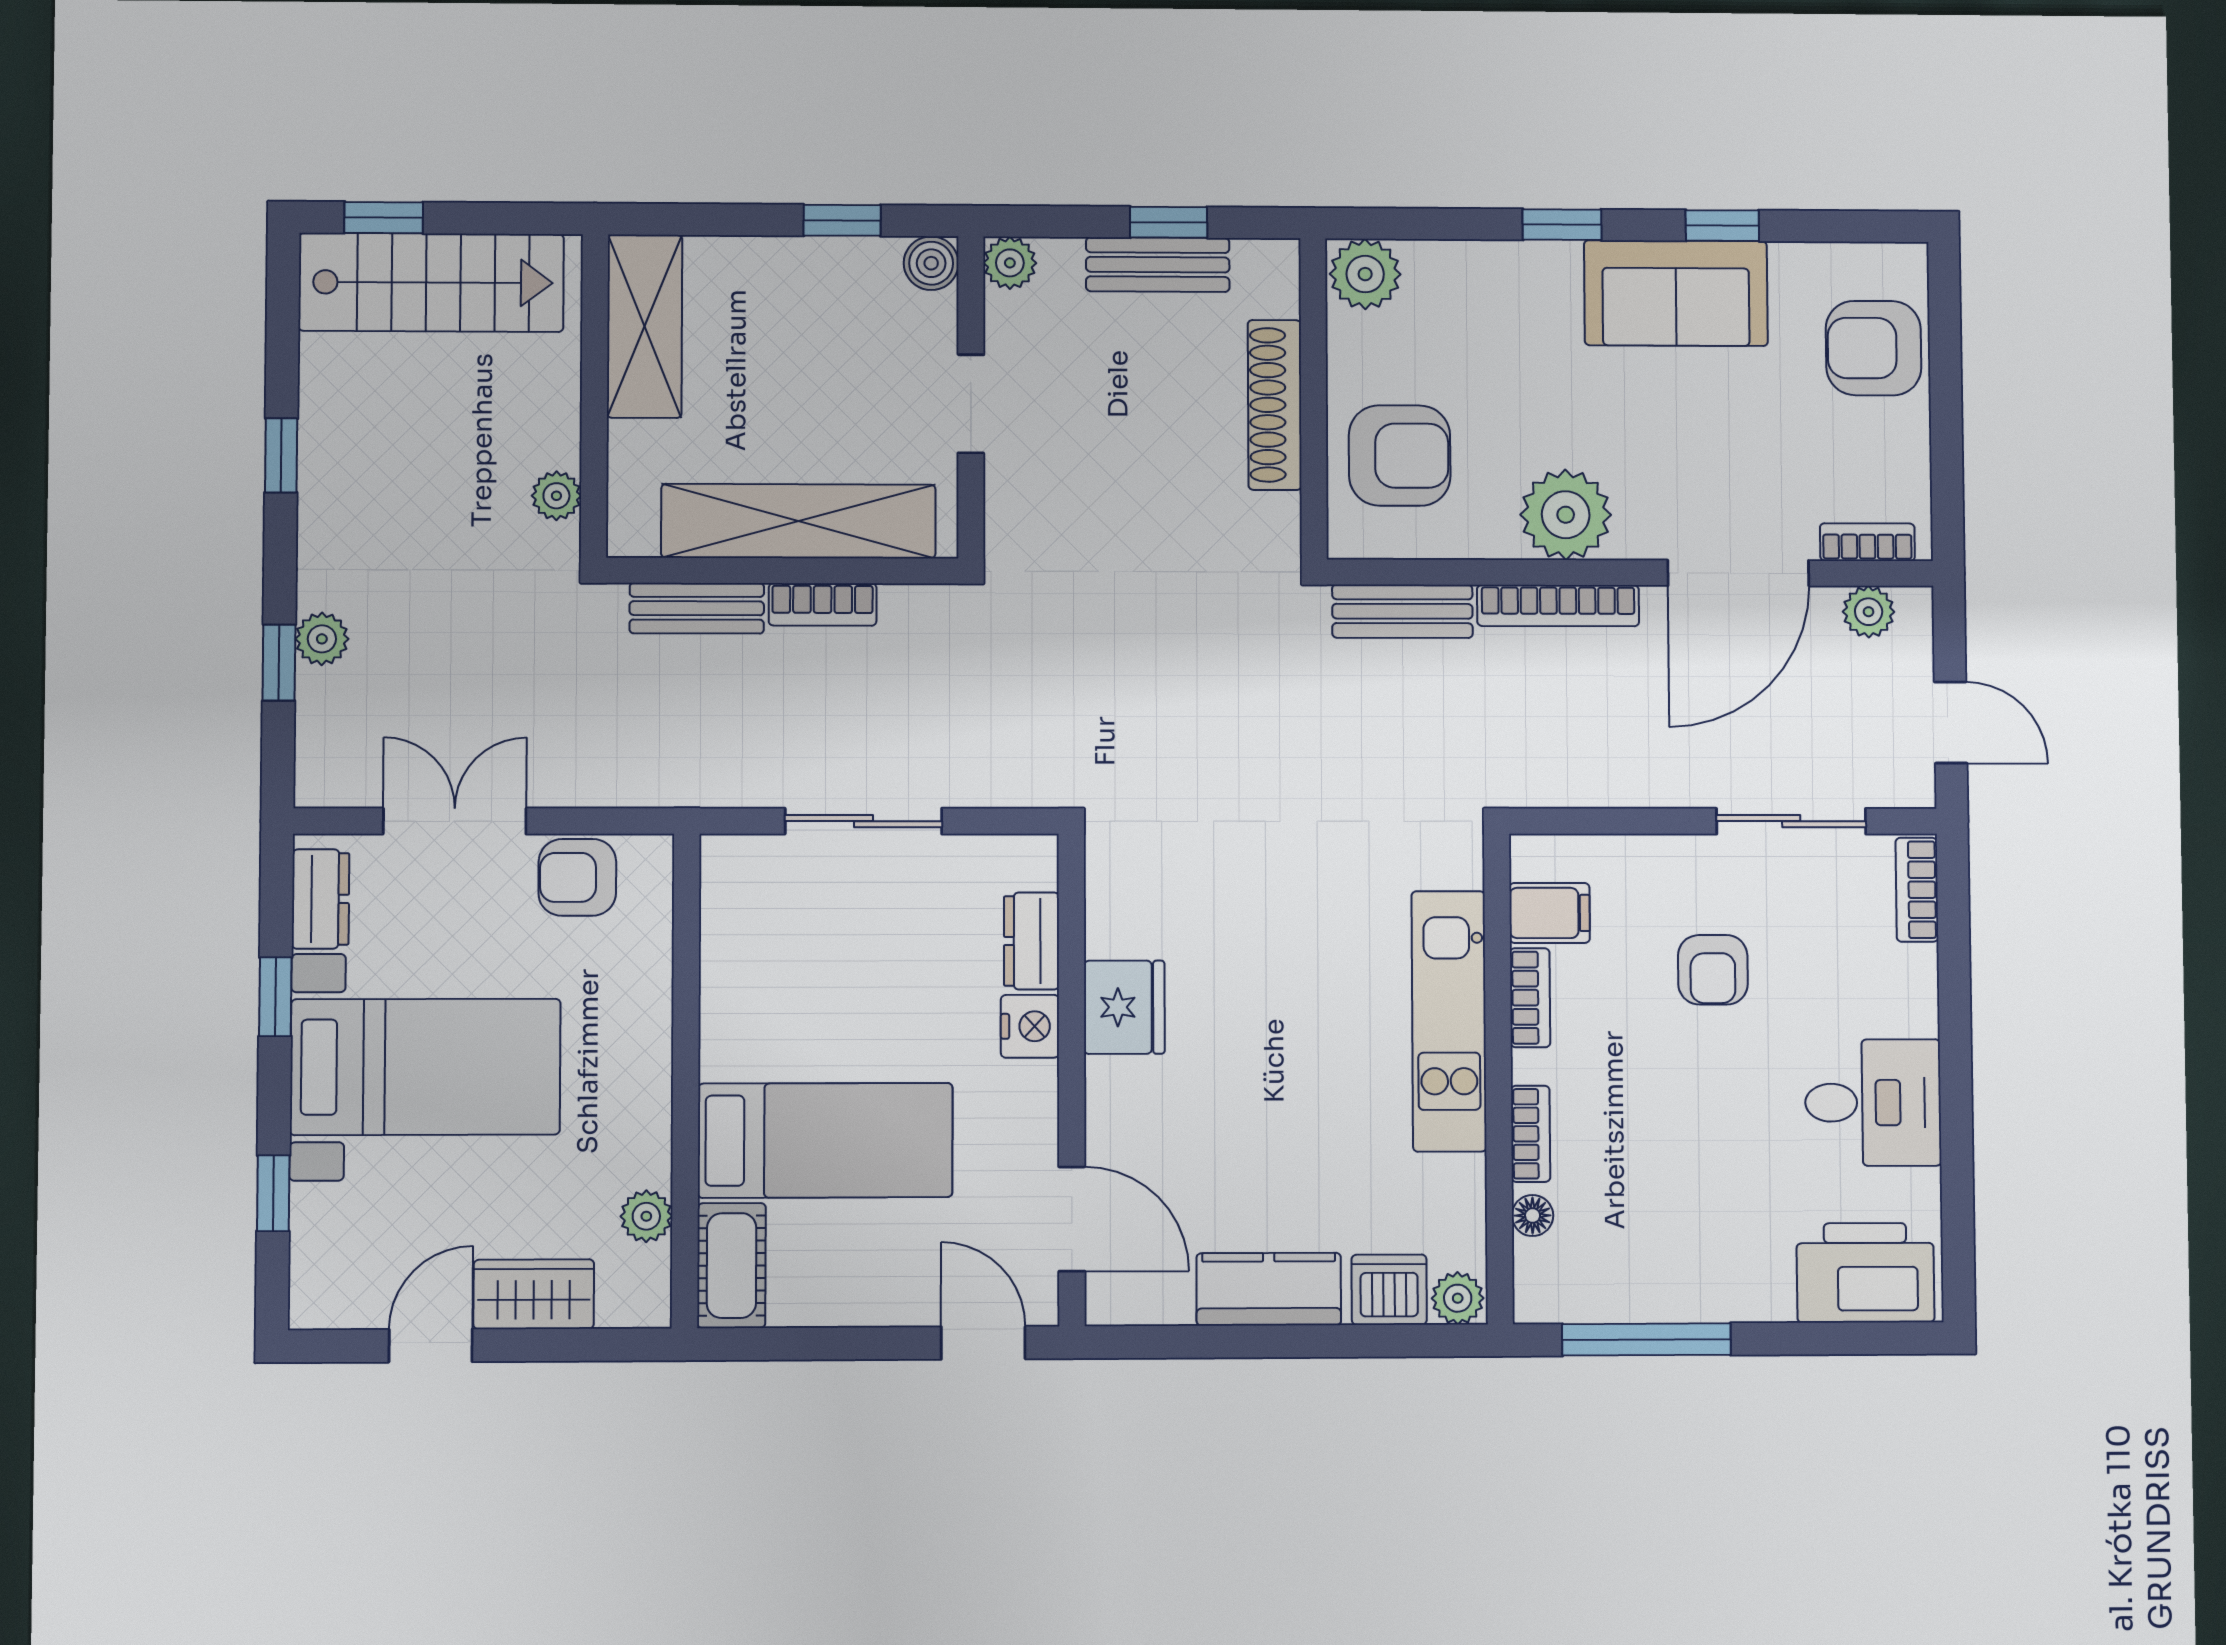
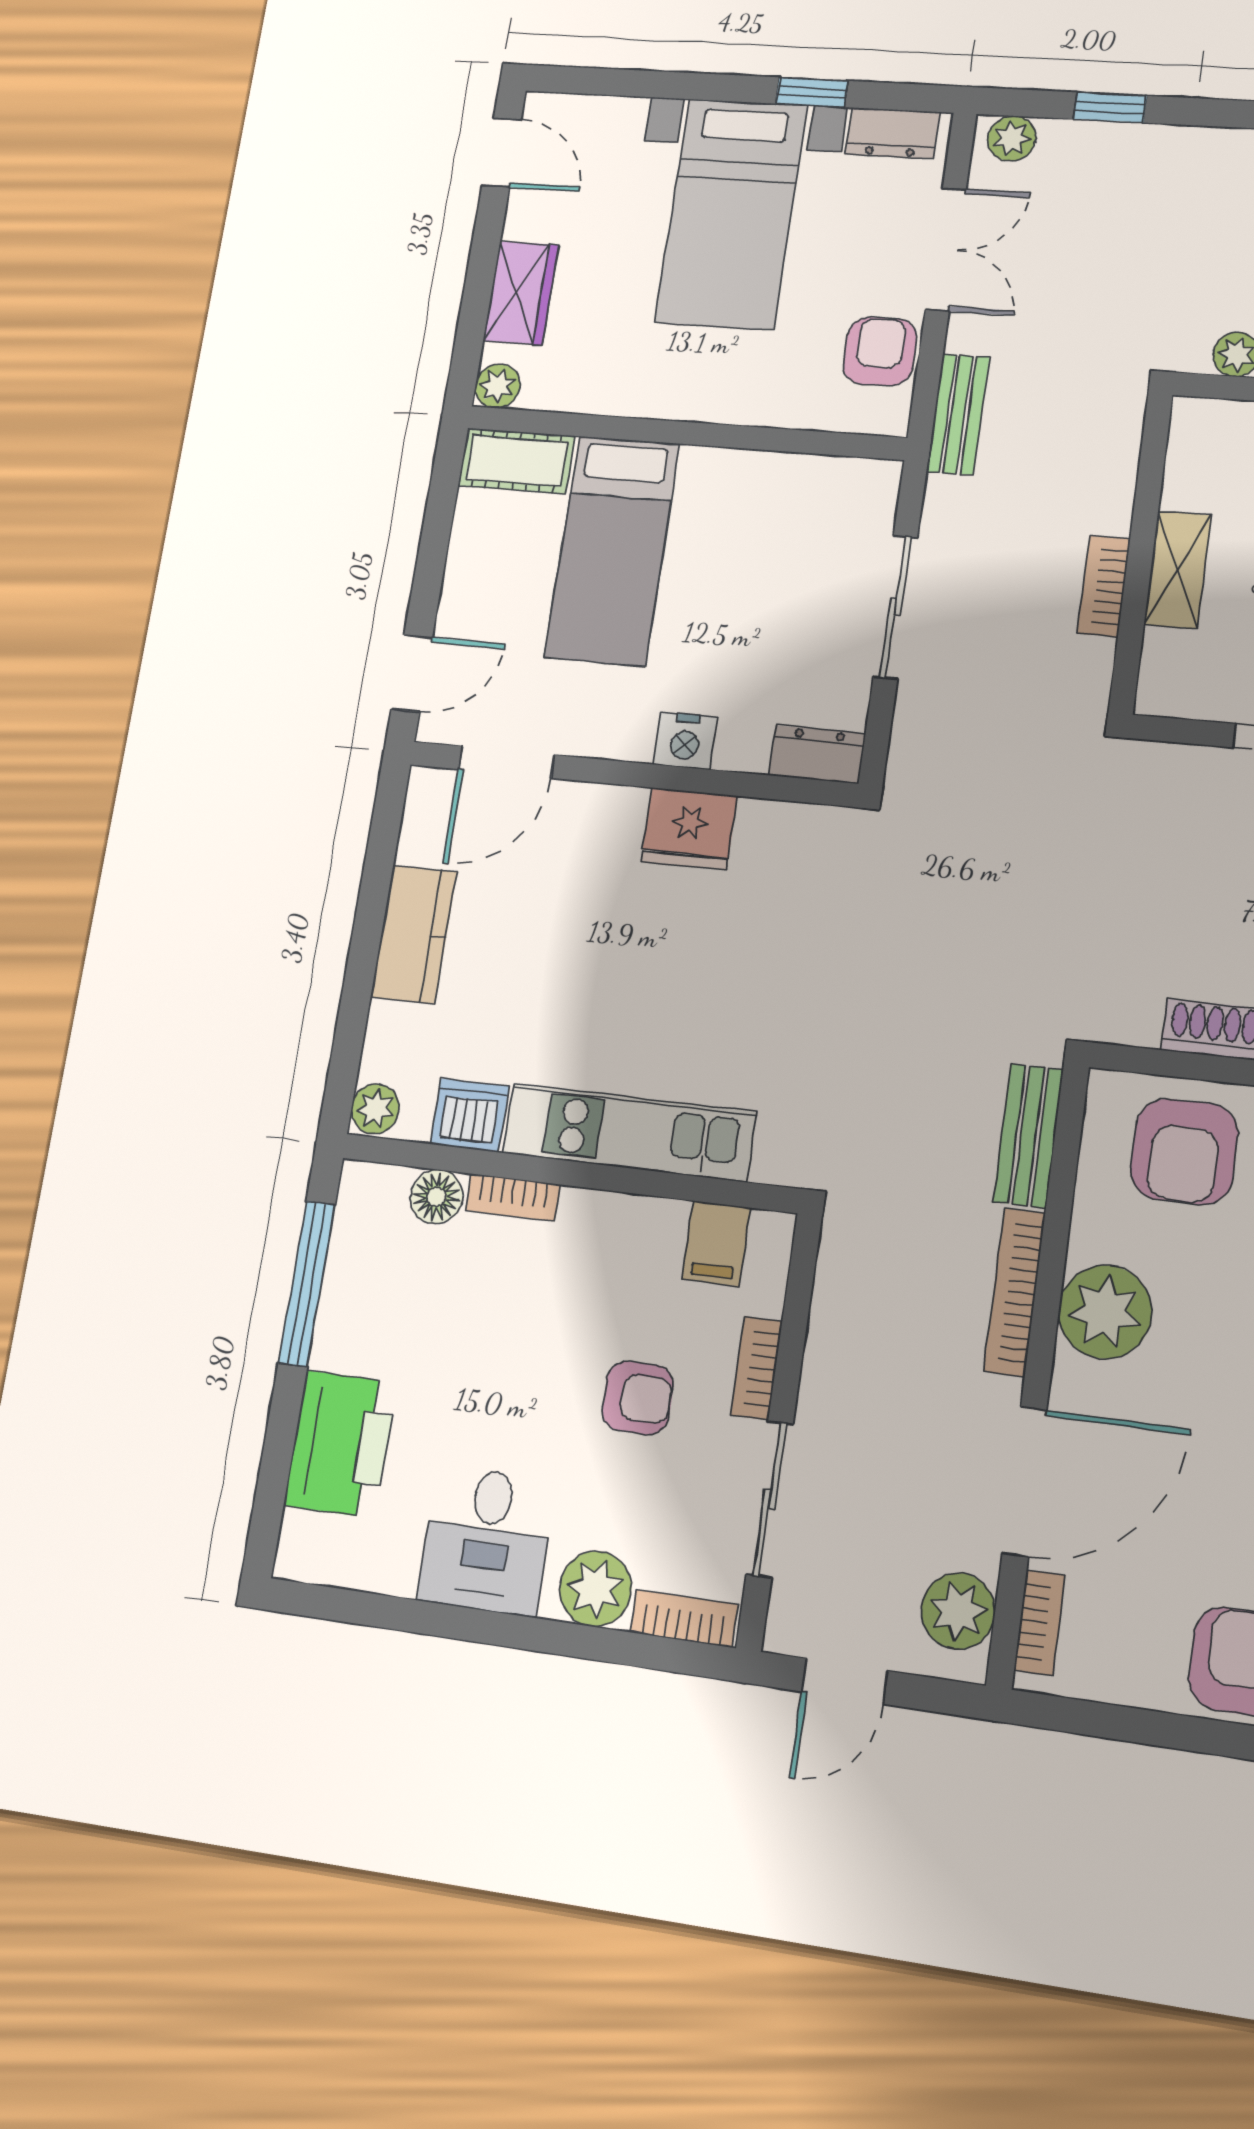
shelving: (798, 521) -> (1178, 570), width x0.45, depth x0.75
door: (1738, 573) -> (1024, 1482), swing flipped
bench: (697, 608) -> (958, 414), moved
plant: (1869, 612) -> (958, 1611), width x1.38, depth x1.38
plant: (322, 639) -> (1012, 138), moved
dresser: (1031, 941) -> (817, 755), moved
armchair: (1713, 970) -> (638, 1398), turned 180
plant: (1903, 983) -> (595, 1589), added
bookcase: (1530, 998) -> (756, 1368), moved, turned 90
window: (273, 1193) -> (643, 84), removed
plant: (646, 1216) -> (498, 386), moved
floor lamp: (1533, 1216) -> (436, 1197), width x1.37, depth x1.37
printer: (1865, 1273) -> (340, 1444), moved
dishwasher: (1389, 1290) -> (470, 1115), moved, turned -90
door: (431, 1346) -> (502, 153), moved

